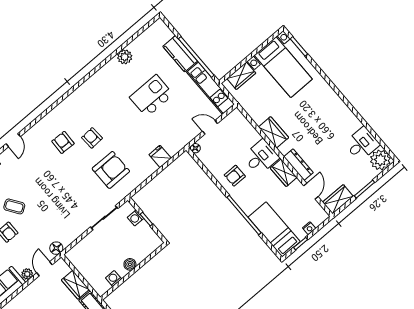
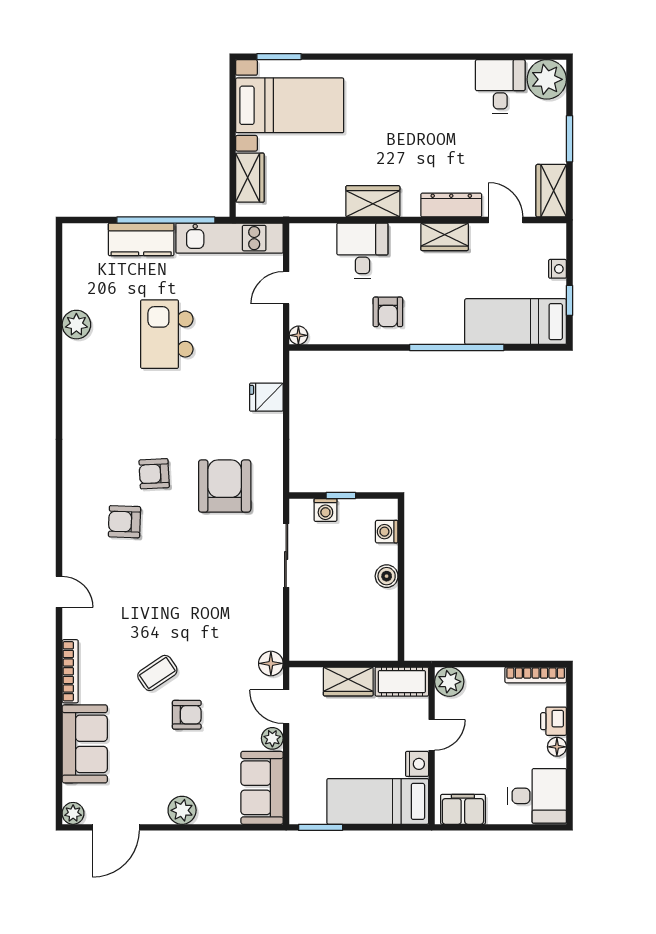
desk: (261, 157) -> (362, 251), moved
washing machine: (114, 278) -> (387, 532), moved

